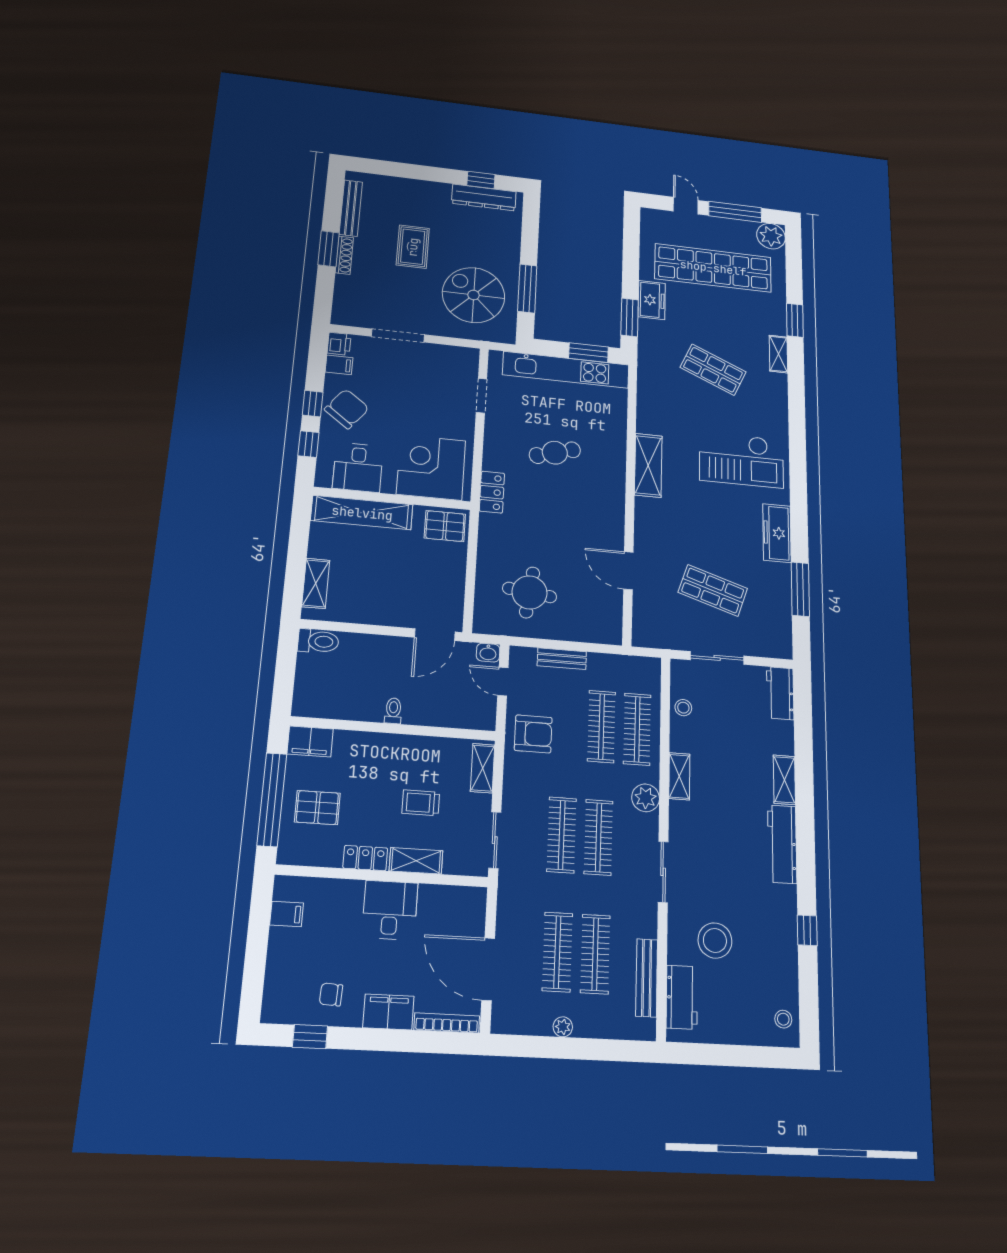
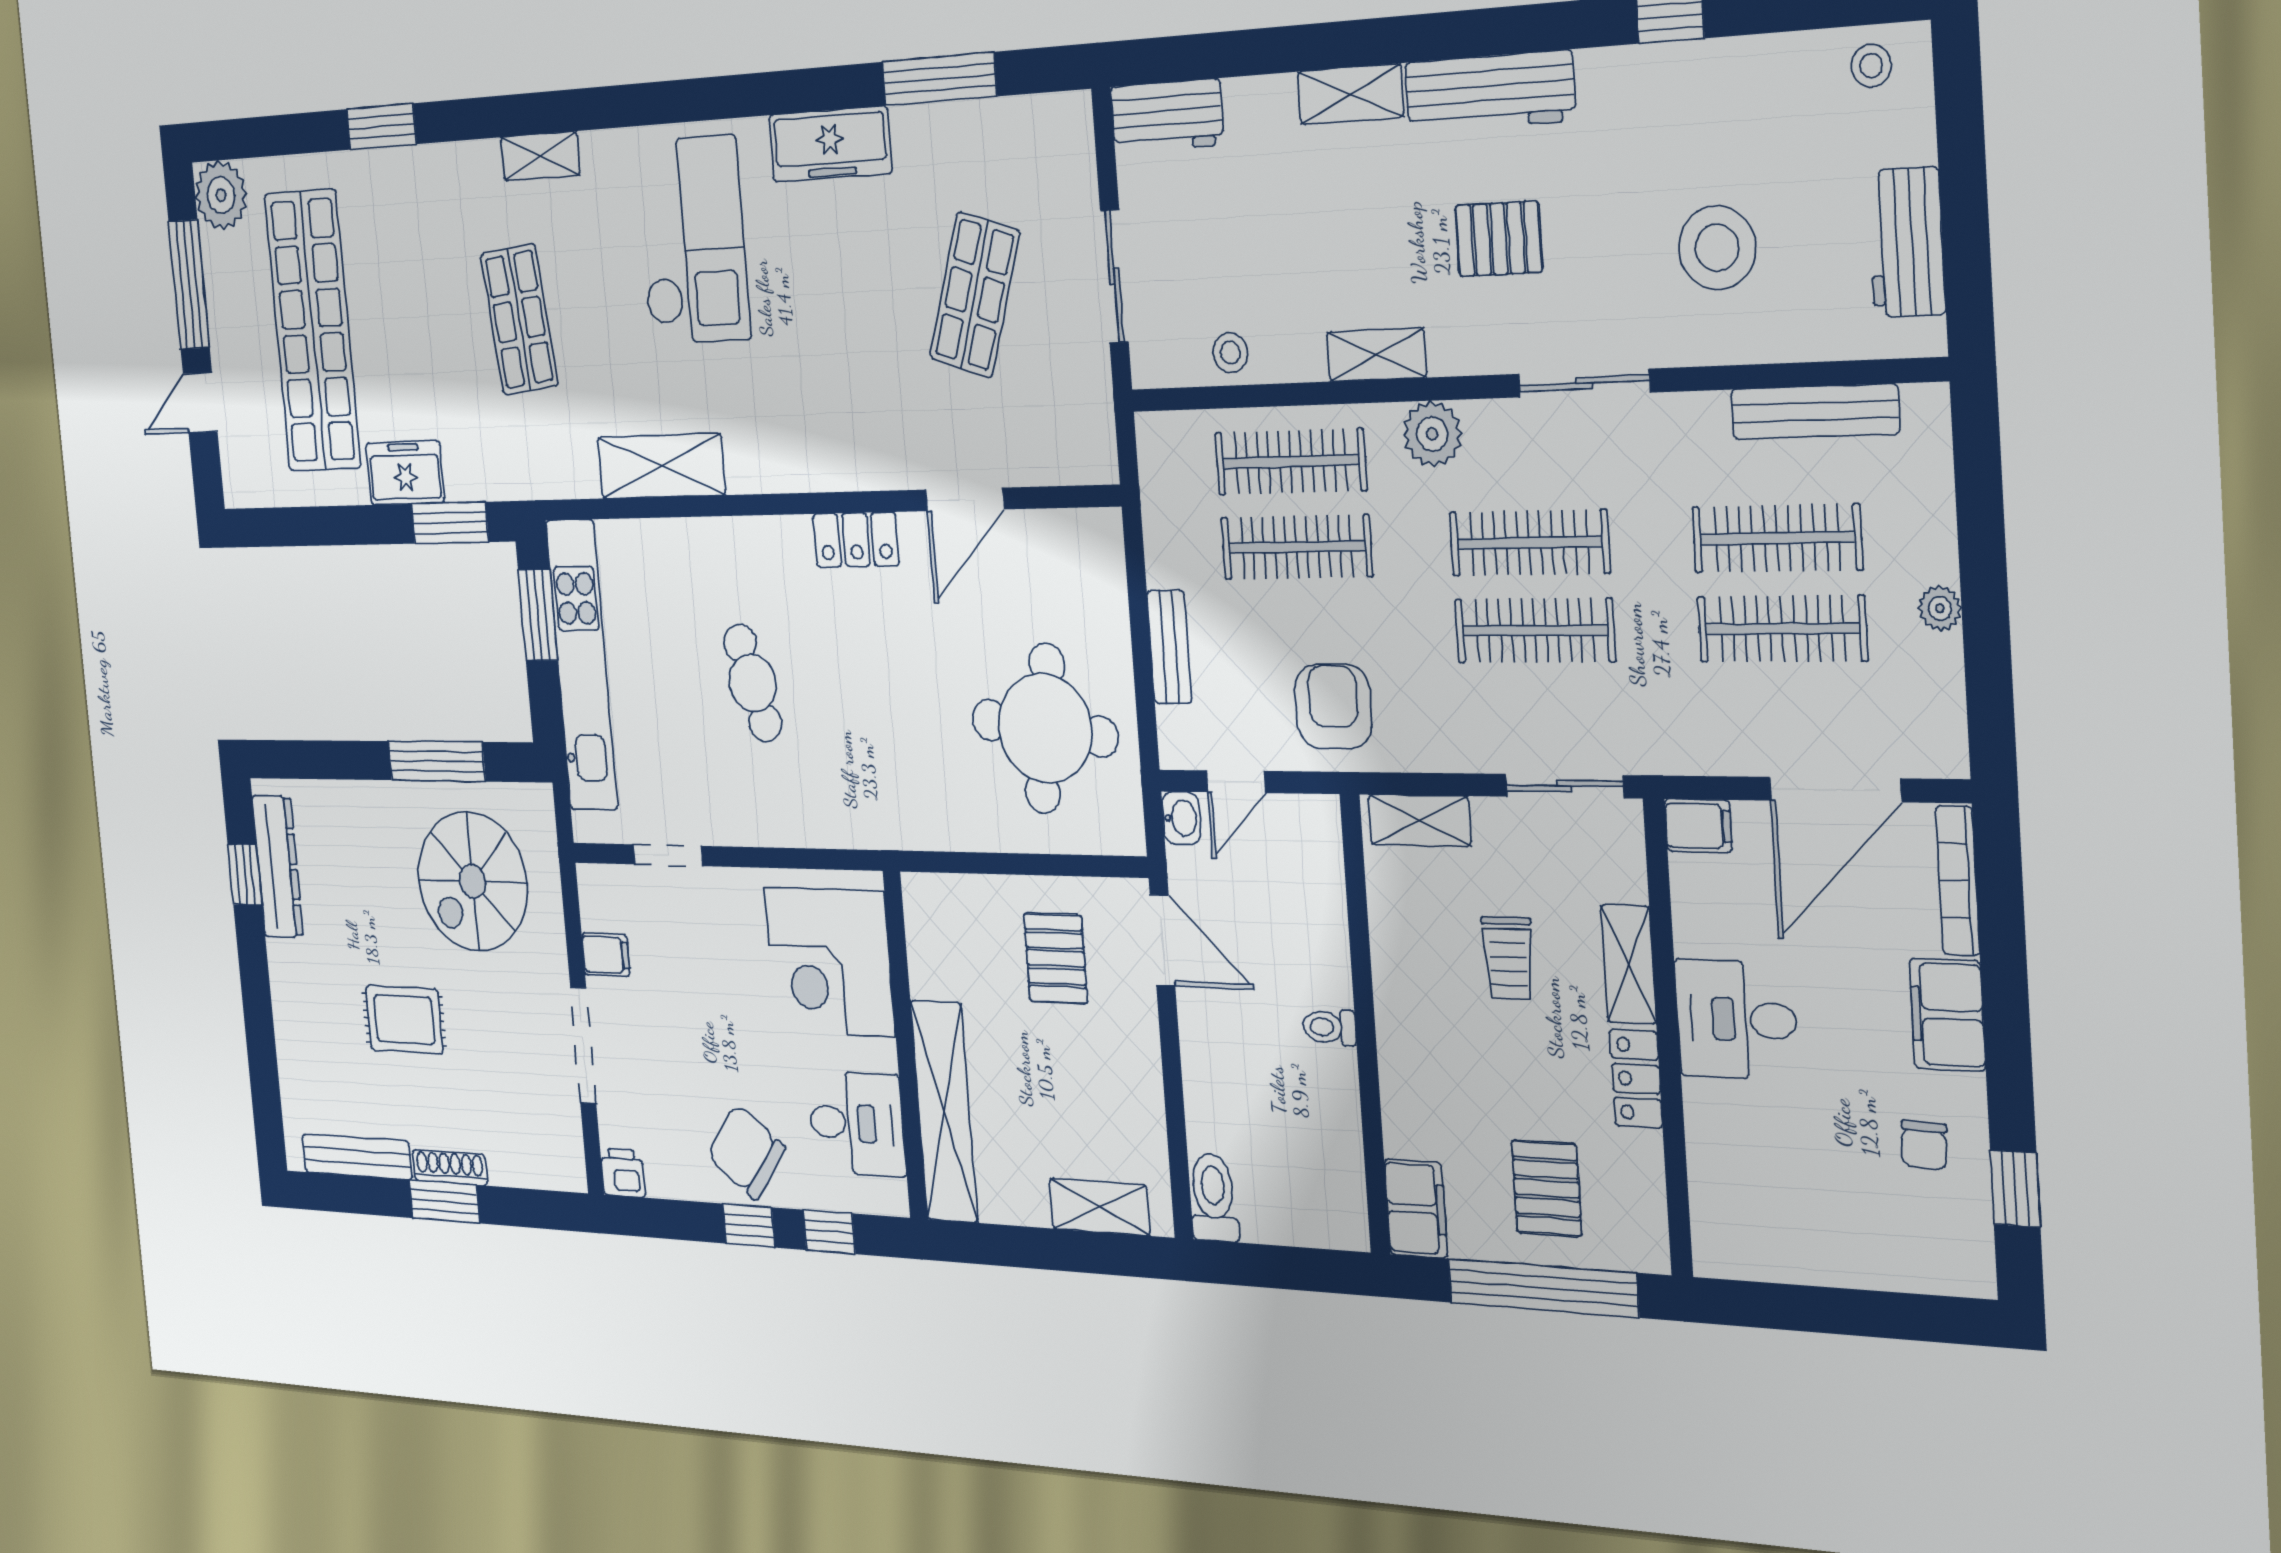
shelving: (779, 354) -> (540, 156), moved
filing cabinet: (339, 365) -> (606, 955), moved, turned 90
shop shelf: (713, 370) -> (519, 319), turned -30
shelving: (648, 465) -> (661, 466), moved
locker: (492, 492) -> (856, 540), moved, turned 180
pallet: (445, 526) -> (1056, 958), moved
round table: (530, 592) -> (1045, 728), width x1.36, depth x1.36
pallet: (723, 840) -> (1499, 239), added
filing cabinet: (287, 914) -> (1698, 826), moved, turned 90
workbench: (682, 997) -> (1906, 242), moved, turned -90

